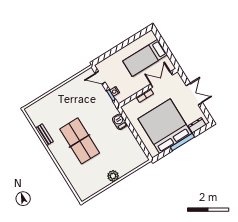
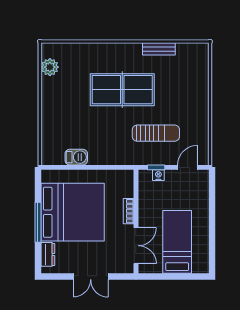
sun lounger: (92, 107) -> (156, 133), added
barbecue: (120, 122) -> (76, 157), moved
plant: (113, 176) -> (50, 67), moved

